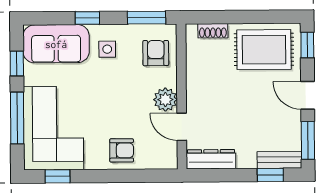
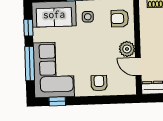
armchair: (156, 53) -> (120, 18), turned -90
armchair: (122, 150) -> (99, 83), turned -90

